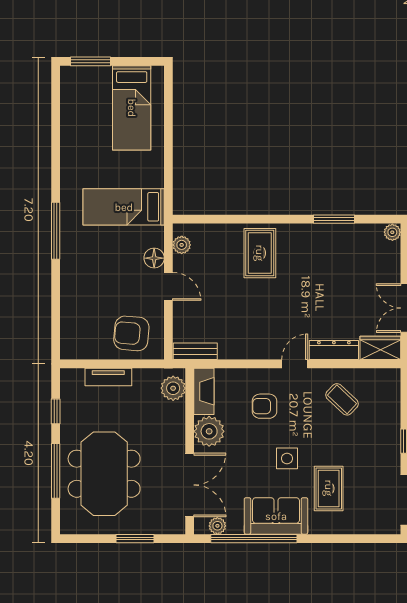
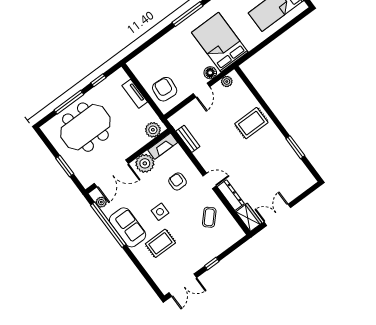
bed: (124, 207) -> (220, 42), width x1.50
plant: (392, 232) -> (310, 181), removed
bench: (195, 351) -> (188, 139), moved

